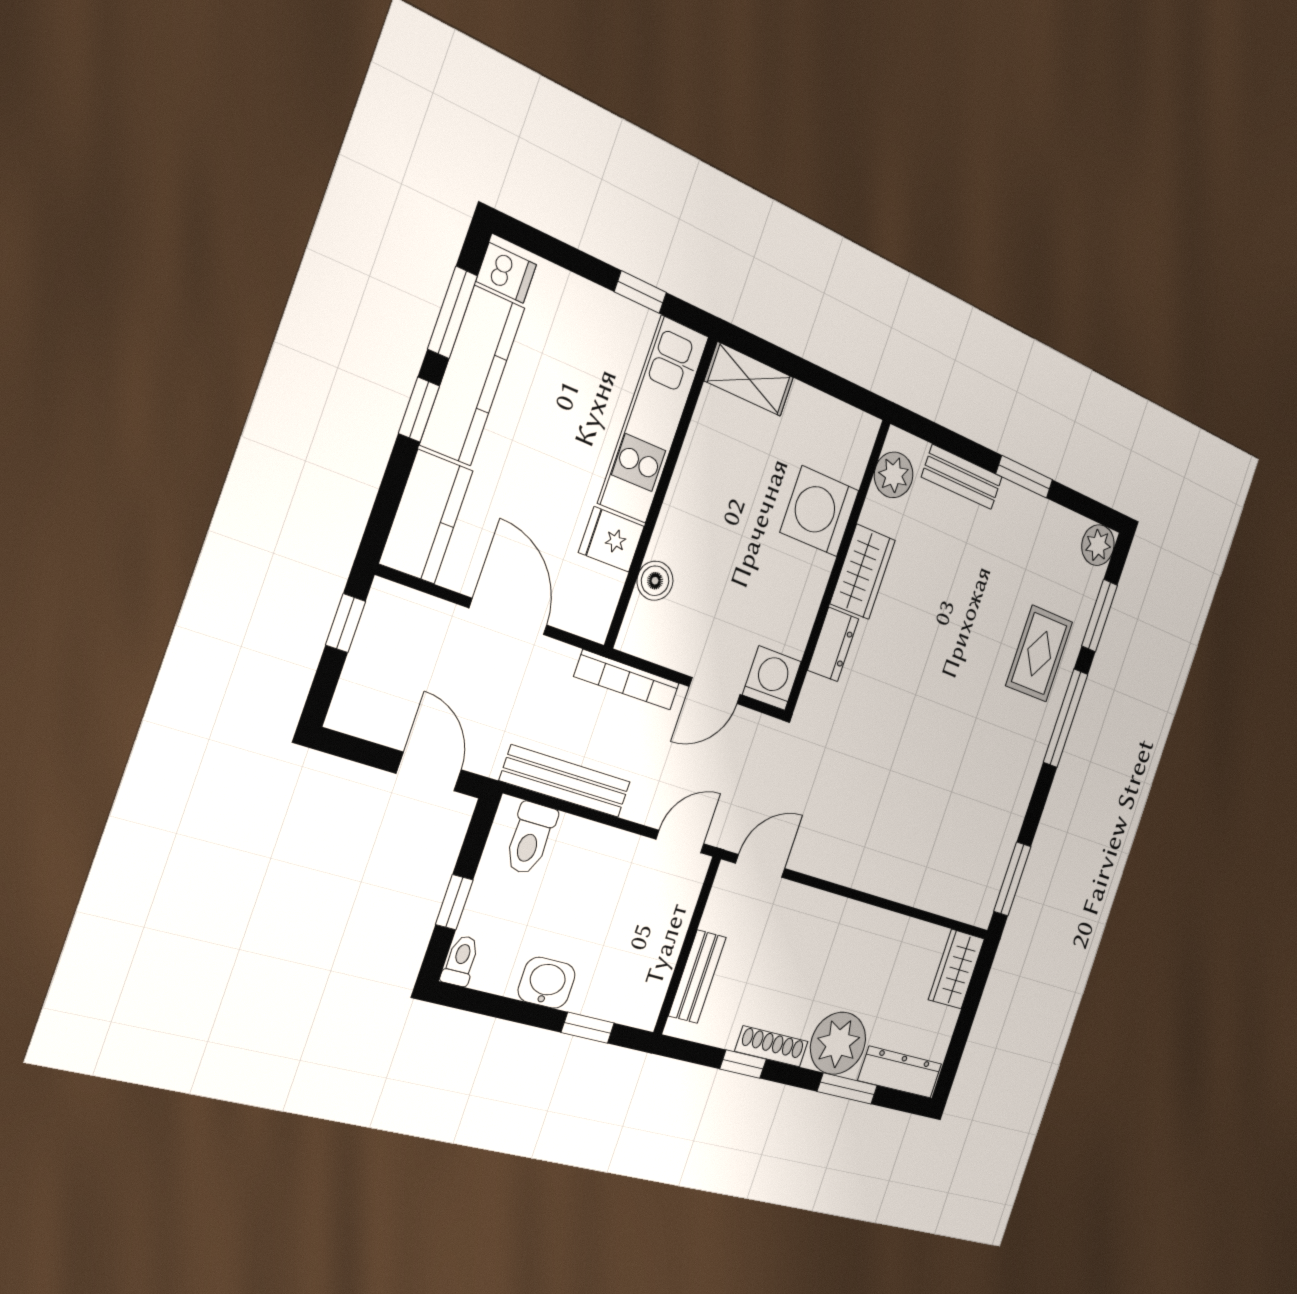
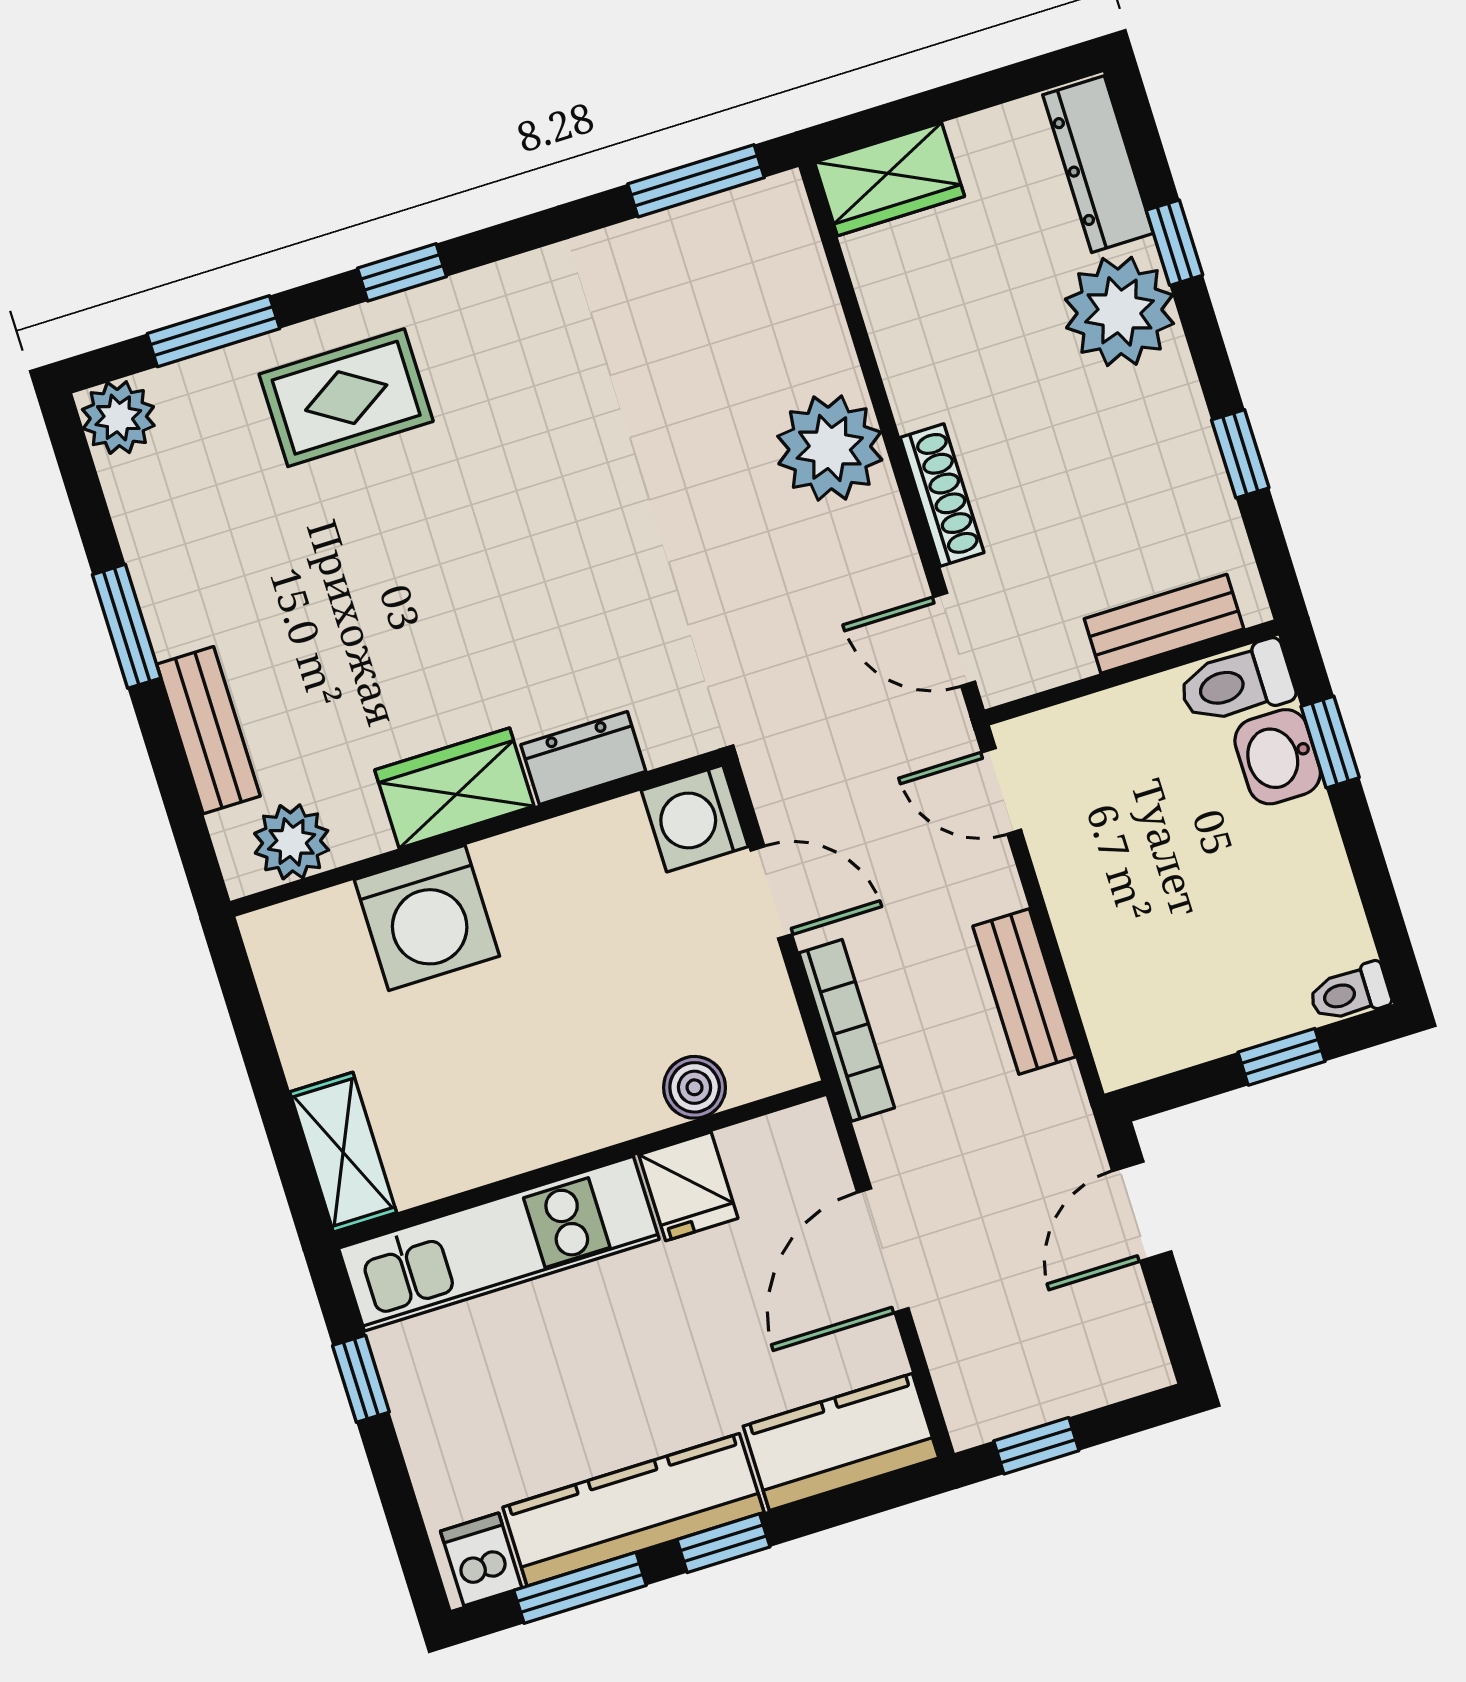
window: (1066, 718) -> (402, 272), width x0.46
bench: (566, 781) -> (1024, 992), width x0.73
toilet: (530, 838) -> (1236, 683), moved, turned 180
plant: (876, 864) -> (830, 448), added
washbasin: (547, 983) -> (1278, 757), moved
shoe rack: (772, 1046) -> (942, 495), moved, turned 180
window: (847, 1088) -> (1174, 243), width x0.67

